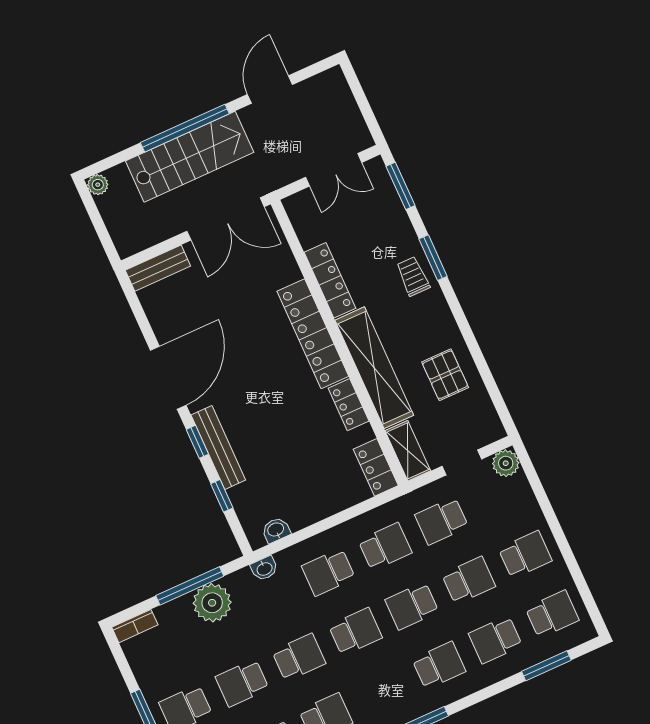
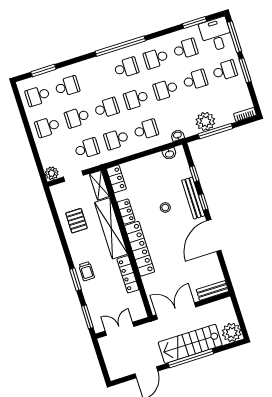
plant: (98, 185) -> (232, 332), width x1.87, depth x1.87
stool: (271, 422) -> (165, 208), added
school desk: (439, 665) -> (126, 68), moved, turned 180

